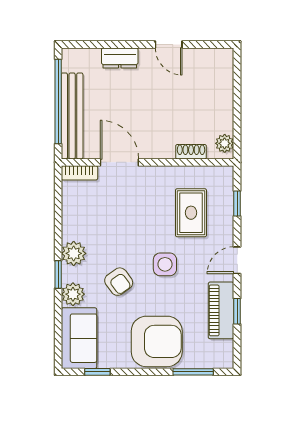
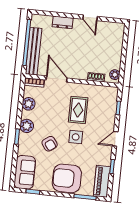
rug: (191, 213) -> (78, 110), moved
plant: (73, 294) -> (29, 104), moved
piano: (221, 310) -> (102, 181), moved
armchair: (157, 341) -> (67, 178), turned 180

